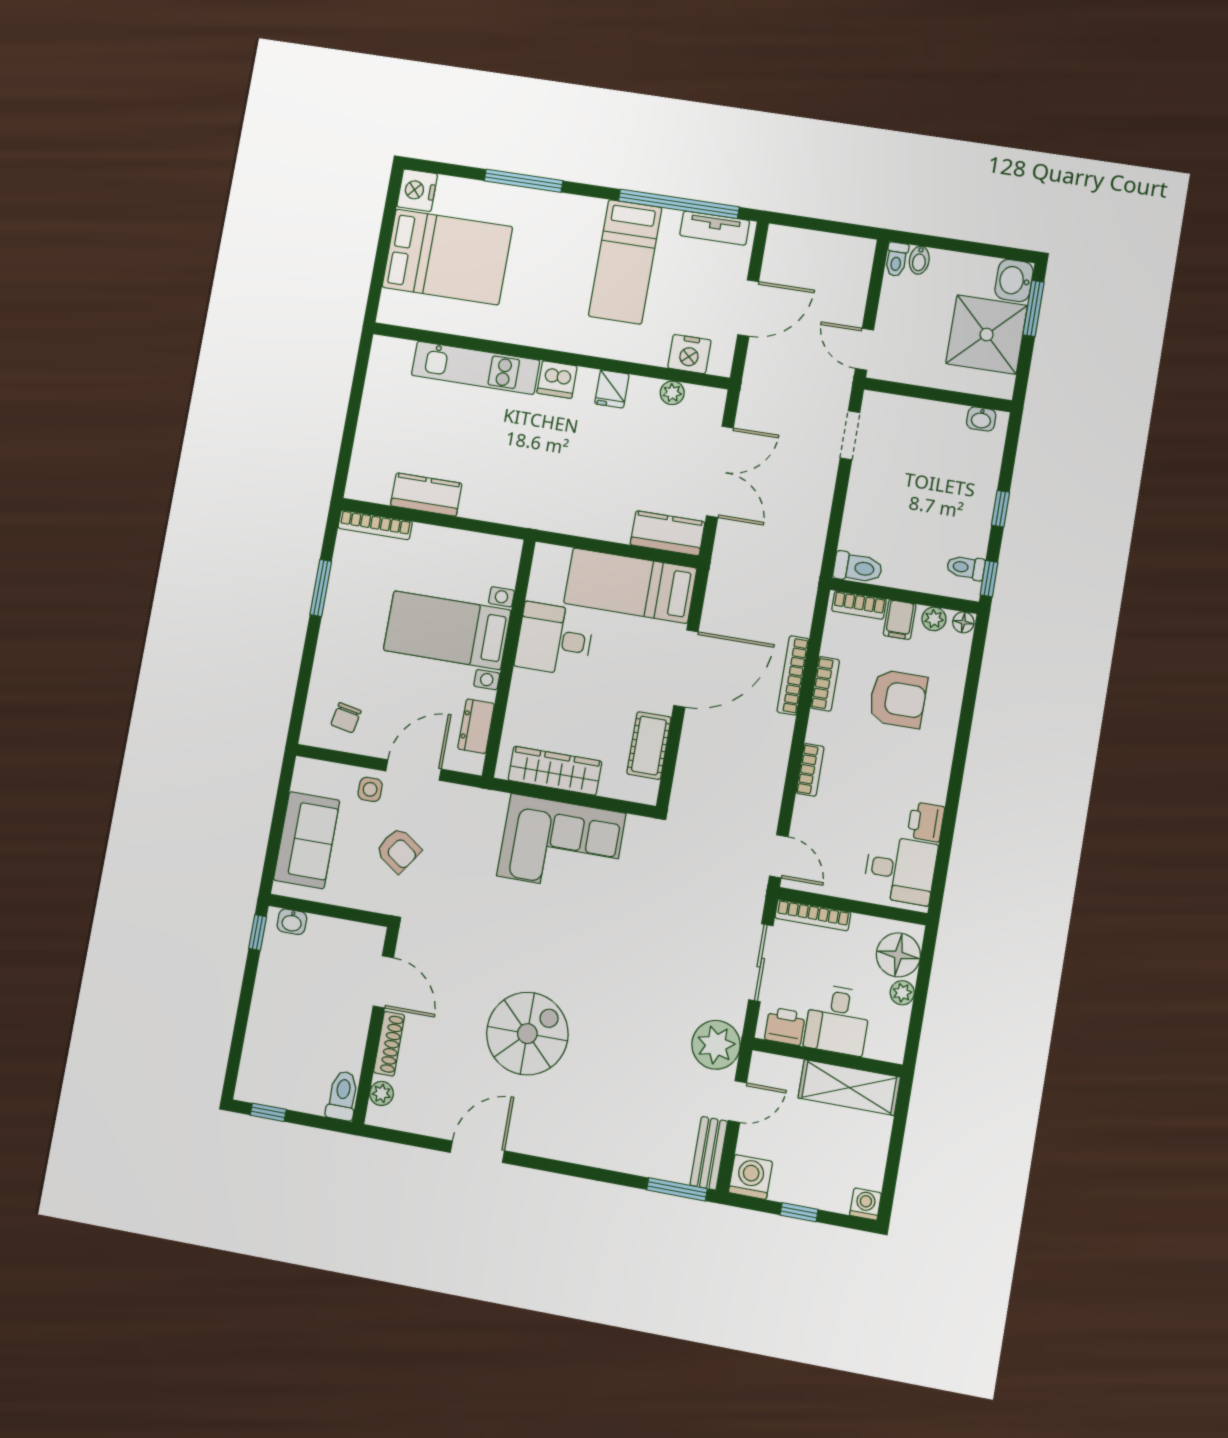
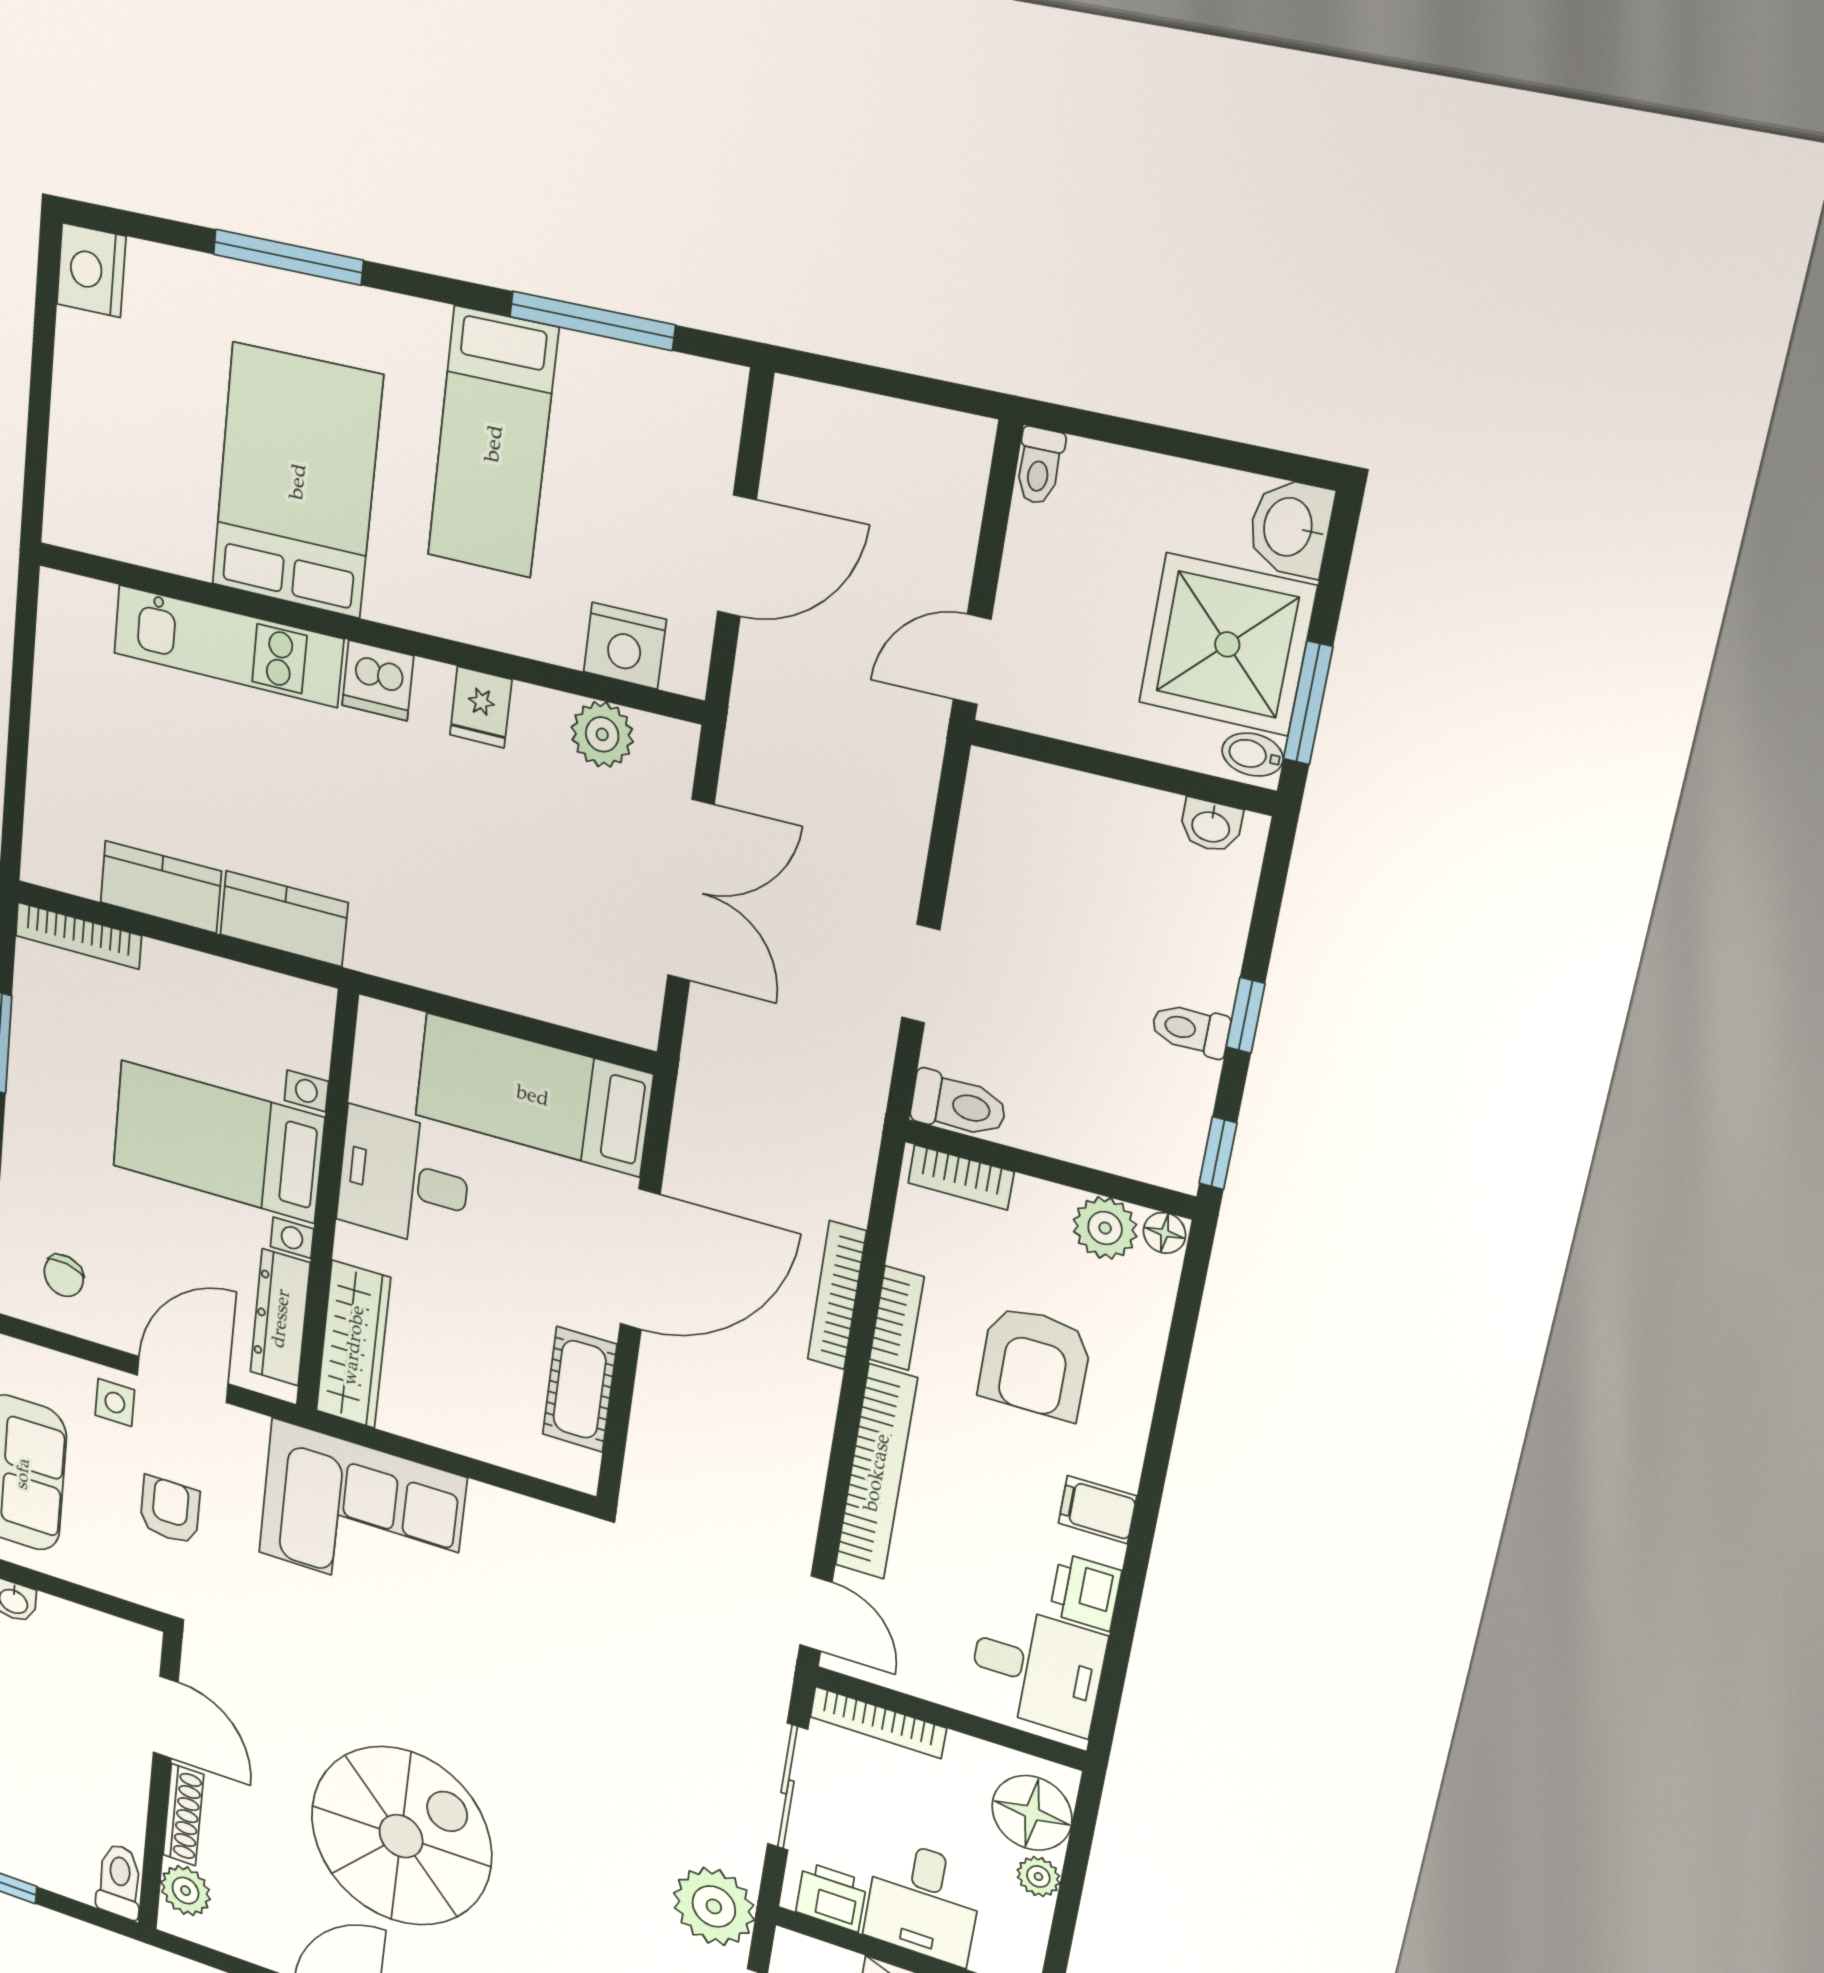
window: (679, 204) -> (592, 321), width x0.68
tv unit: (715, 228) -> (666, 378), removed
bed: (447, 257) -> (297, 481), moved, turned -90
bidet: (919, 260) -> (1252, 755), moved, turned 90
window: (1033, 308) -> (1308, 703), moved
door: (865, 349) -> (972, 659), hinge flipped
plant: (672, 393) -> (602, 734), width x1.38, depth x1.38
doorway: (850, 435) -> (921, 974), moved
kitchen counter: (667, 533) -> (284, 919), moved
toilet: (966, 568) -> (1191, 1030), moved
plant: (934, 619) -> (1105, 1228), width x1.38, depth x1.38
filing cabinet: (900, 620) -> (1097, 1510), moved, turned 90
armchair: (898, 699) -> (1035, 1363), turned 90
dresser: (476, 726) -> (280, 1318), width x1.44
bookcase: (810, 770) -> (876, 1472), width x2.31, depth x1.31
wardrobe: (555, 771) -> (353, 1345), moved, turned 90
corner sofa: (561, 845) -> (362, 1515), moved
armchair: (398, 850) -> (170, 1510), turned -125
spiral stairs: (527, 1034) -> (401, 1836), width x1.37, depth x1.37
plant: (381, 1093) -> (186, 1891), width x1.38, depth x1.38

